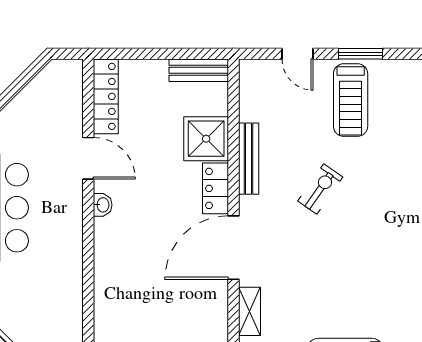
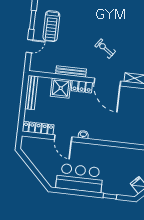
bench: (199, 70) -> (31, 93), width x1.36
treadmill: (351, 100) -> (51, 26), turned 90
door: (88, 158) -> (63, 138), swing flipped
exercise bike: (320, 189) -> (105, 49), moved

